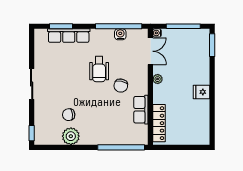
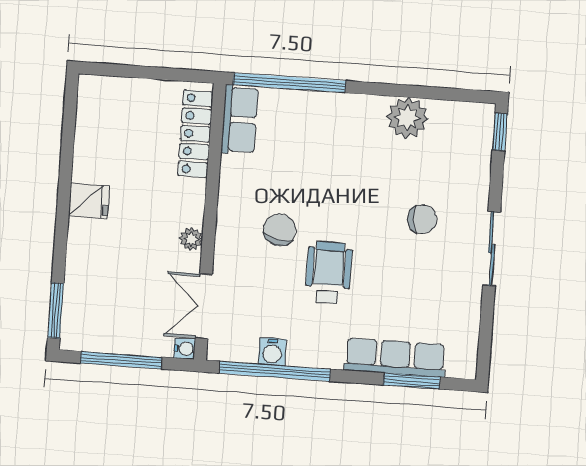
row of seats: (141, 110) -> (240, 120), moved
chair: (69, 115) -> (422, 219), moved

